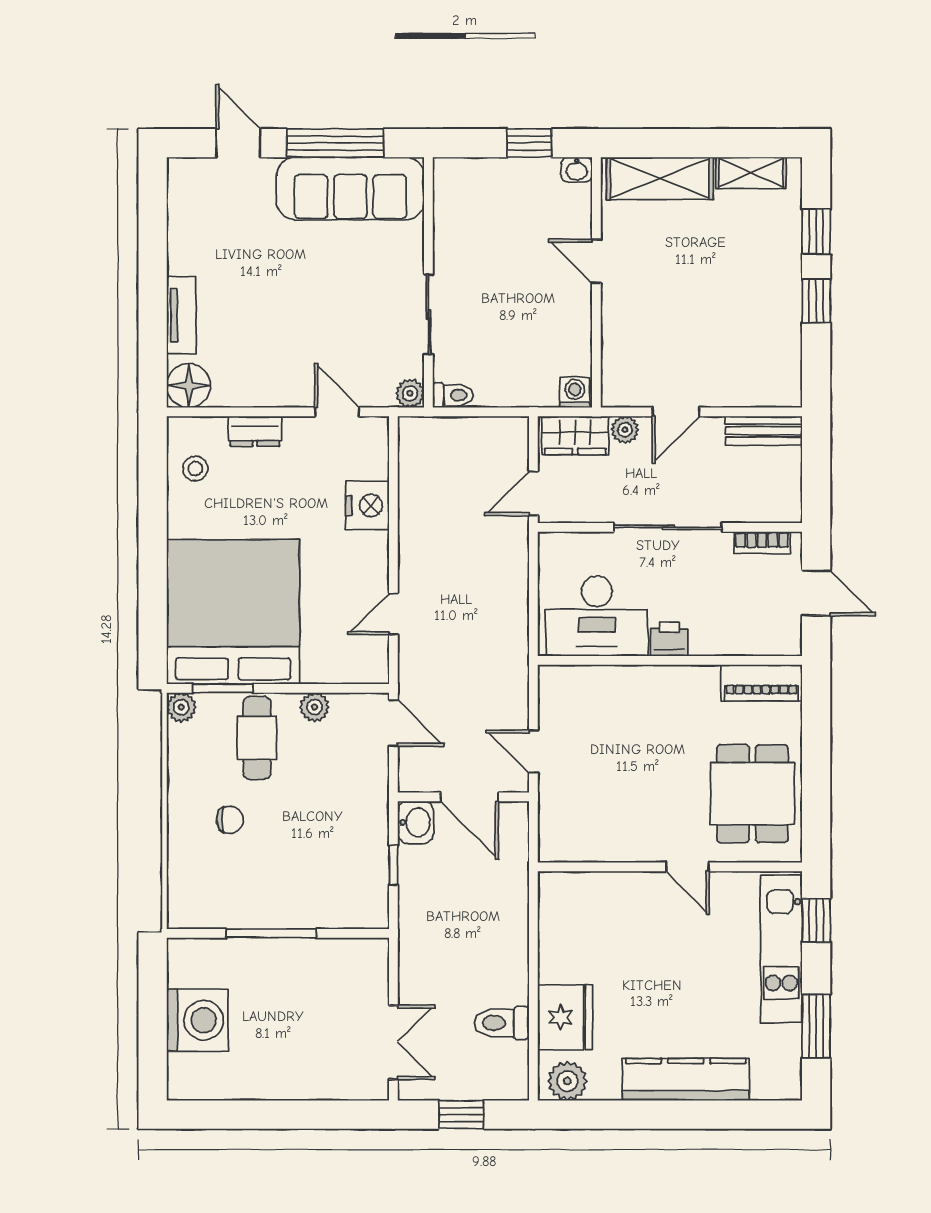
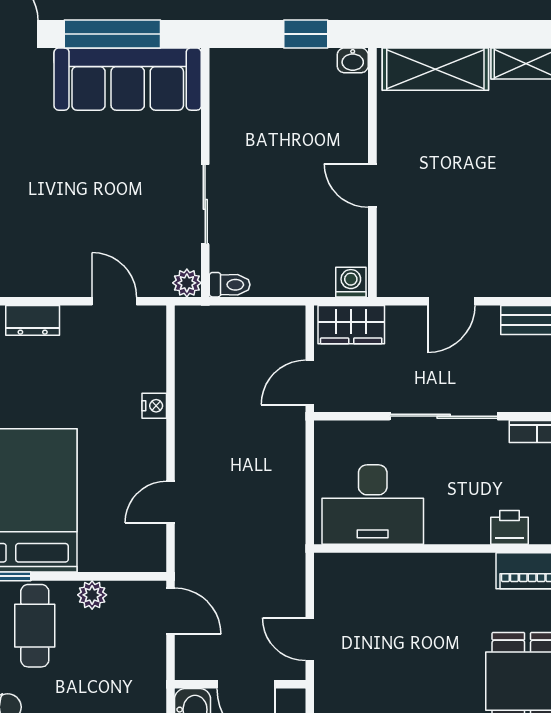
door: (596, 261) -> (372, 186), moved
plant: (625, 430) -> (401, 319), removed
nightstand: (368, 505) -> (154, 406), width x0.53, depth x0.56
printer: (669, 639) -> (510, 527), moved

